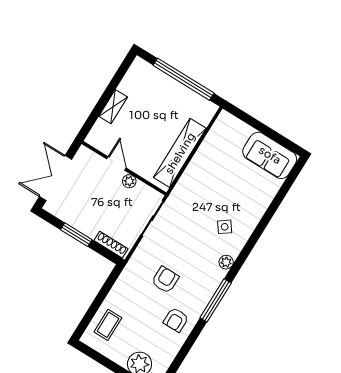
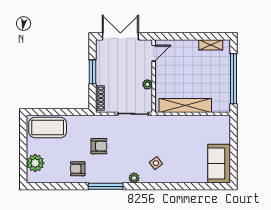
shelving: (113, 107) -> (211, 45), moved
door: (116, 163) -> (154, 53), moved
coffee table: (108, 325) -> (48, 128), width x1.86, depth x1.72

